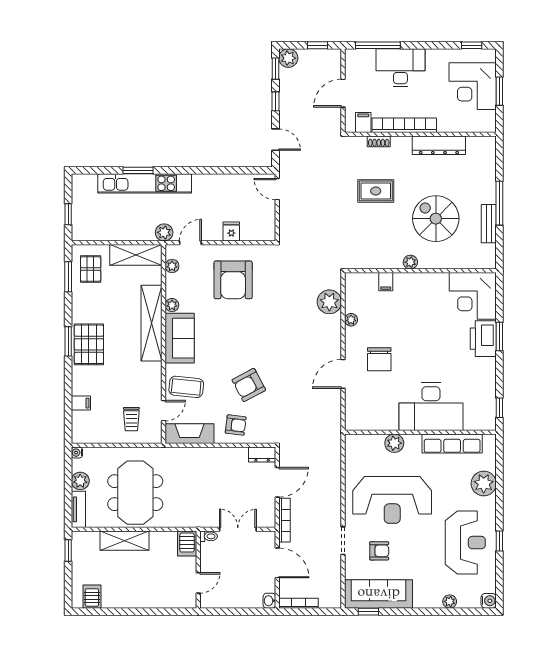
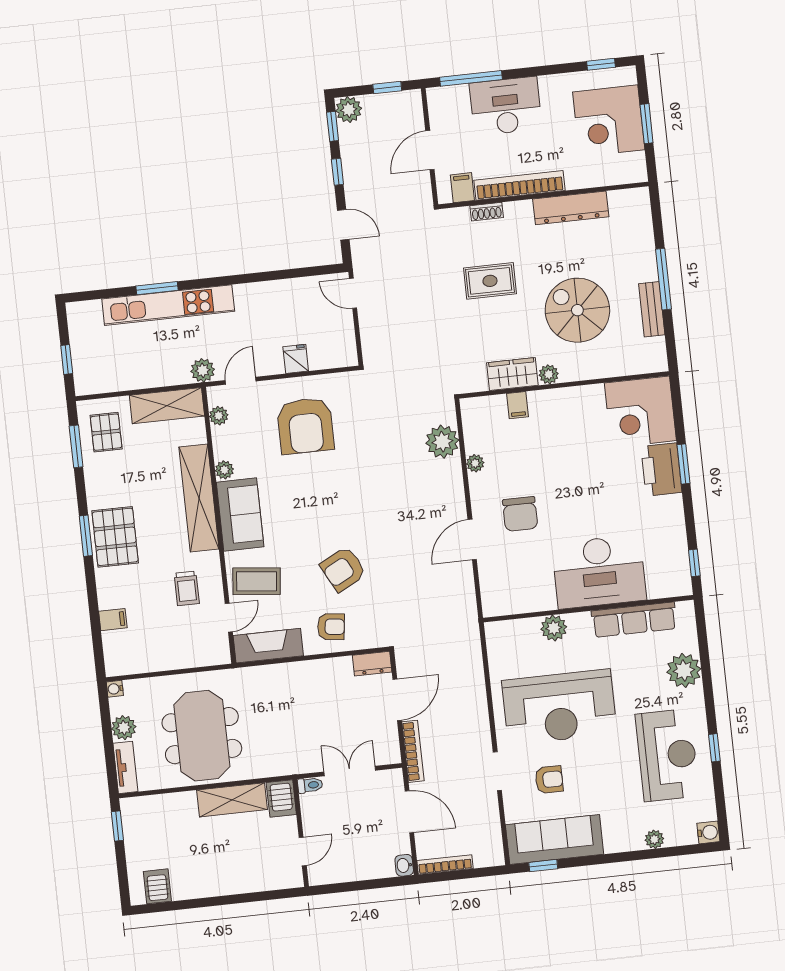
wardrobe: (385, 259) -> (512, 374), added
trolley: (131, 419) -> (187, 588), moved
shelving: (125, 541) -> (232, 800), moved

